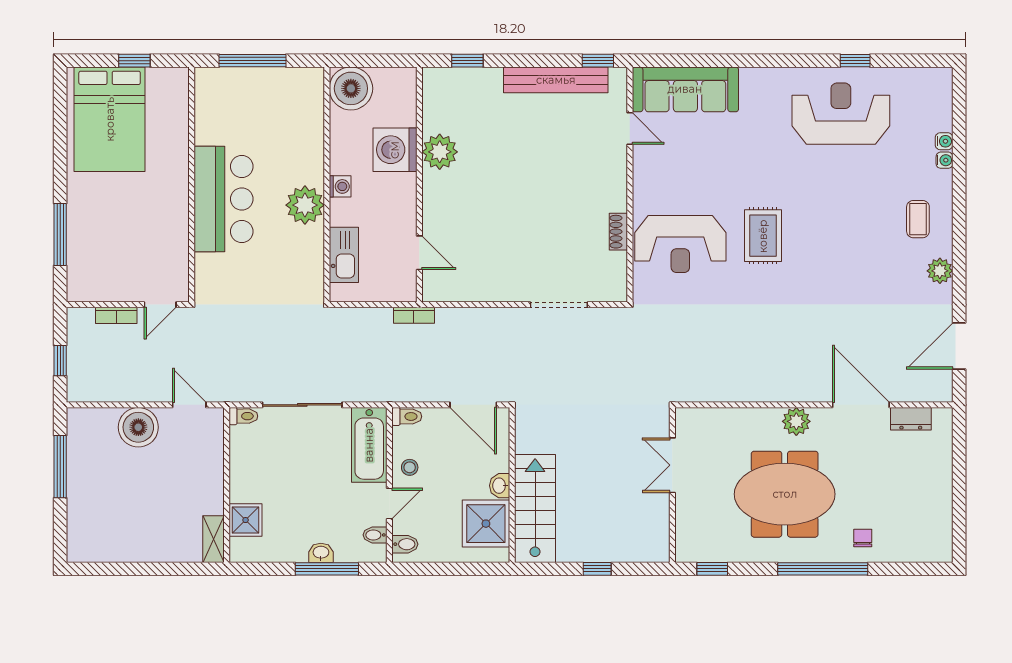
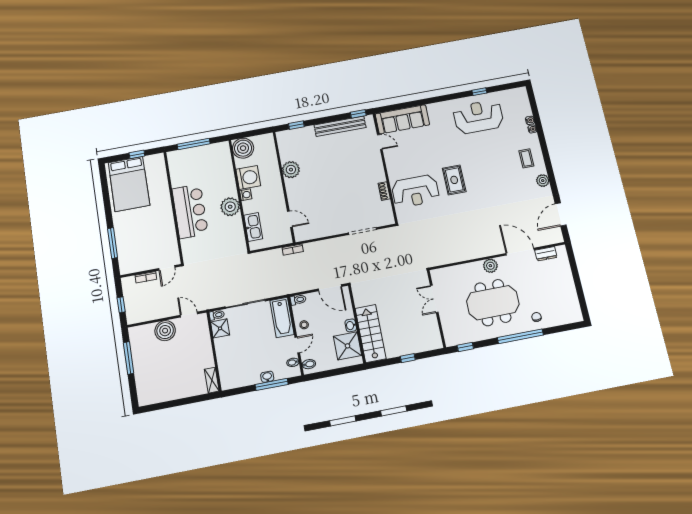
washing machine: (395, 150) -> (248, 177), moved, turned 180
shower: (246, 520) -> (220, 328), moved

